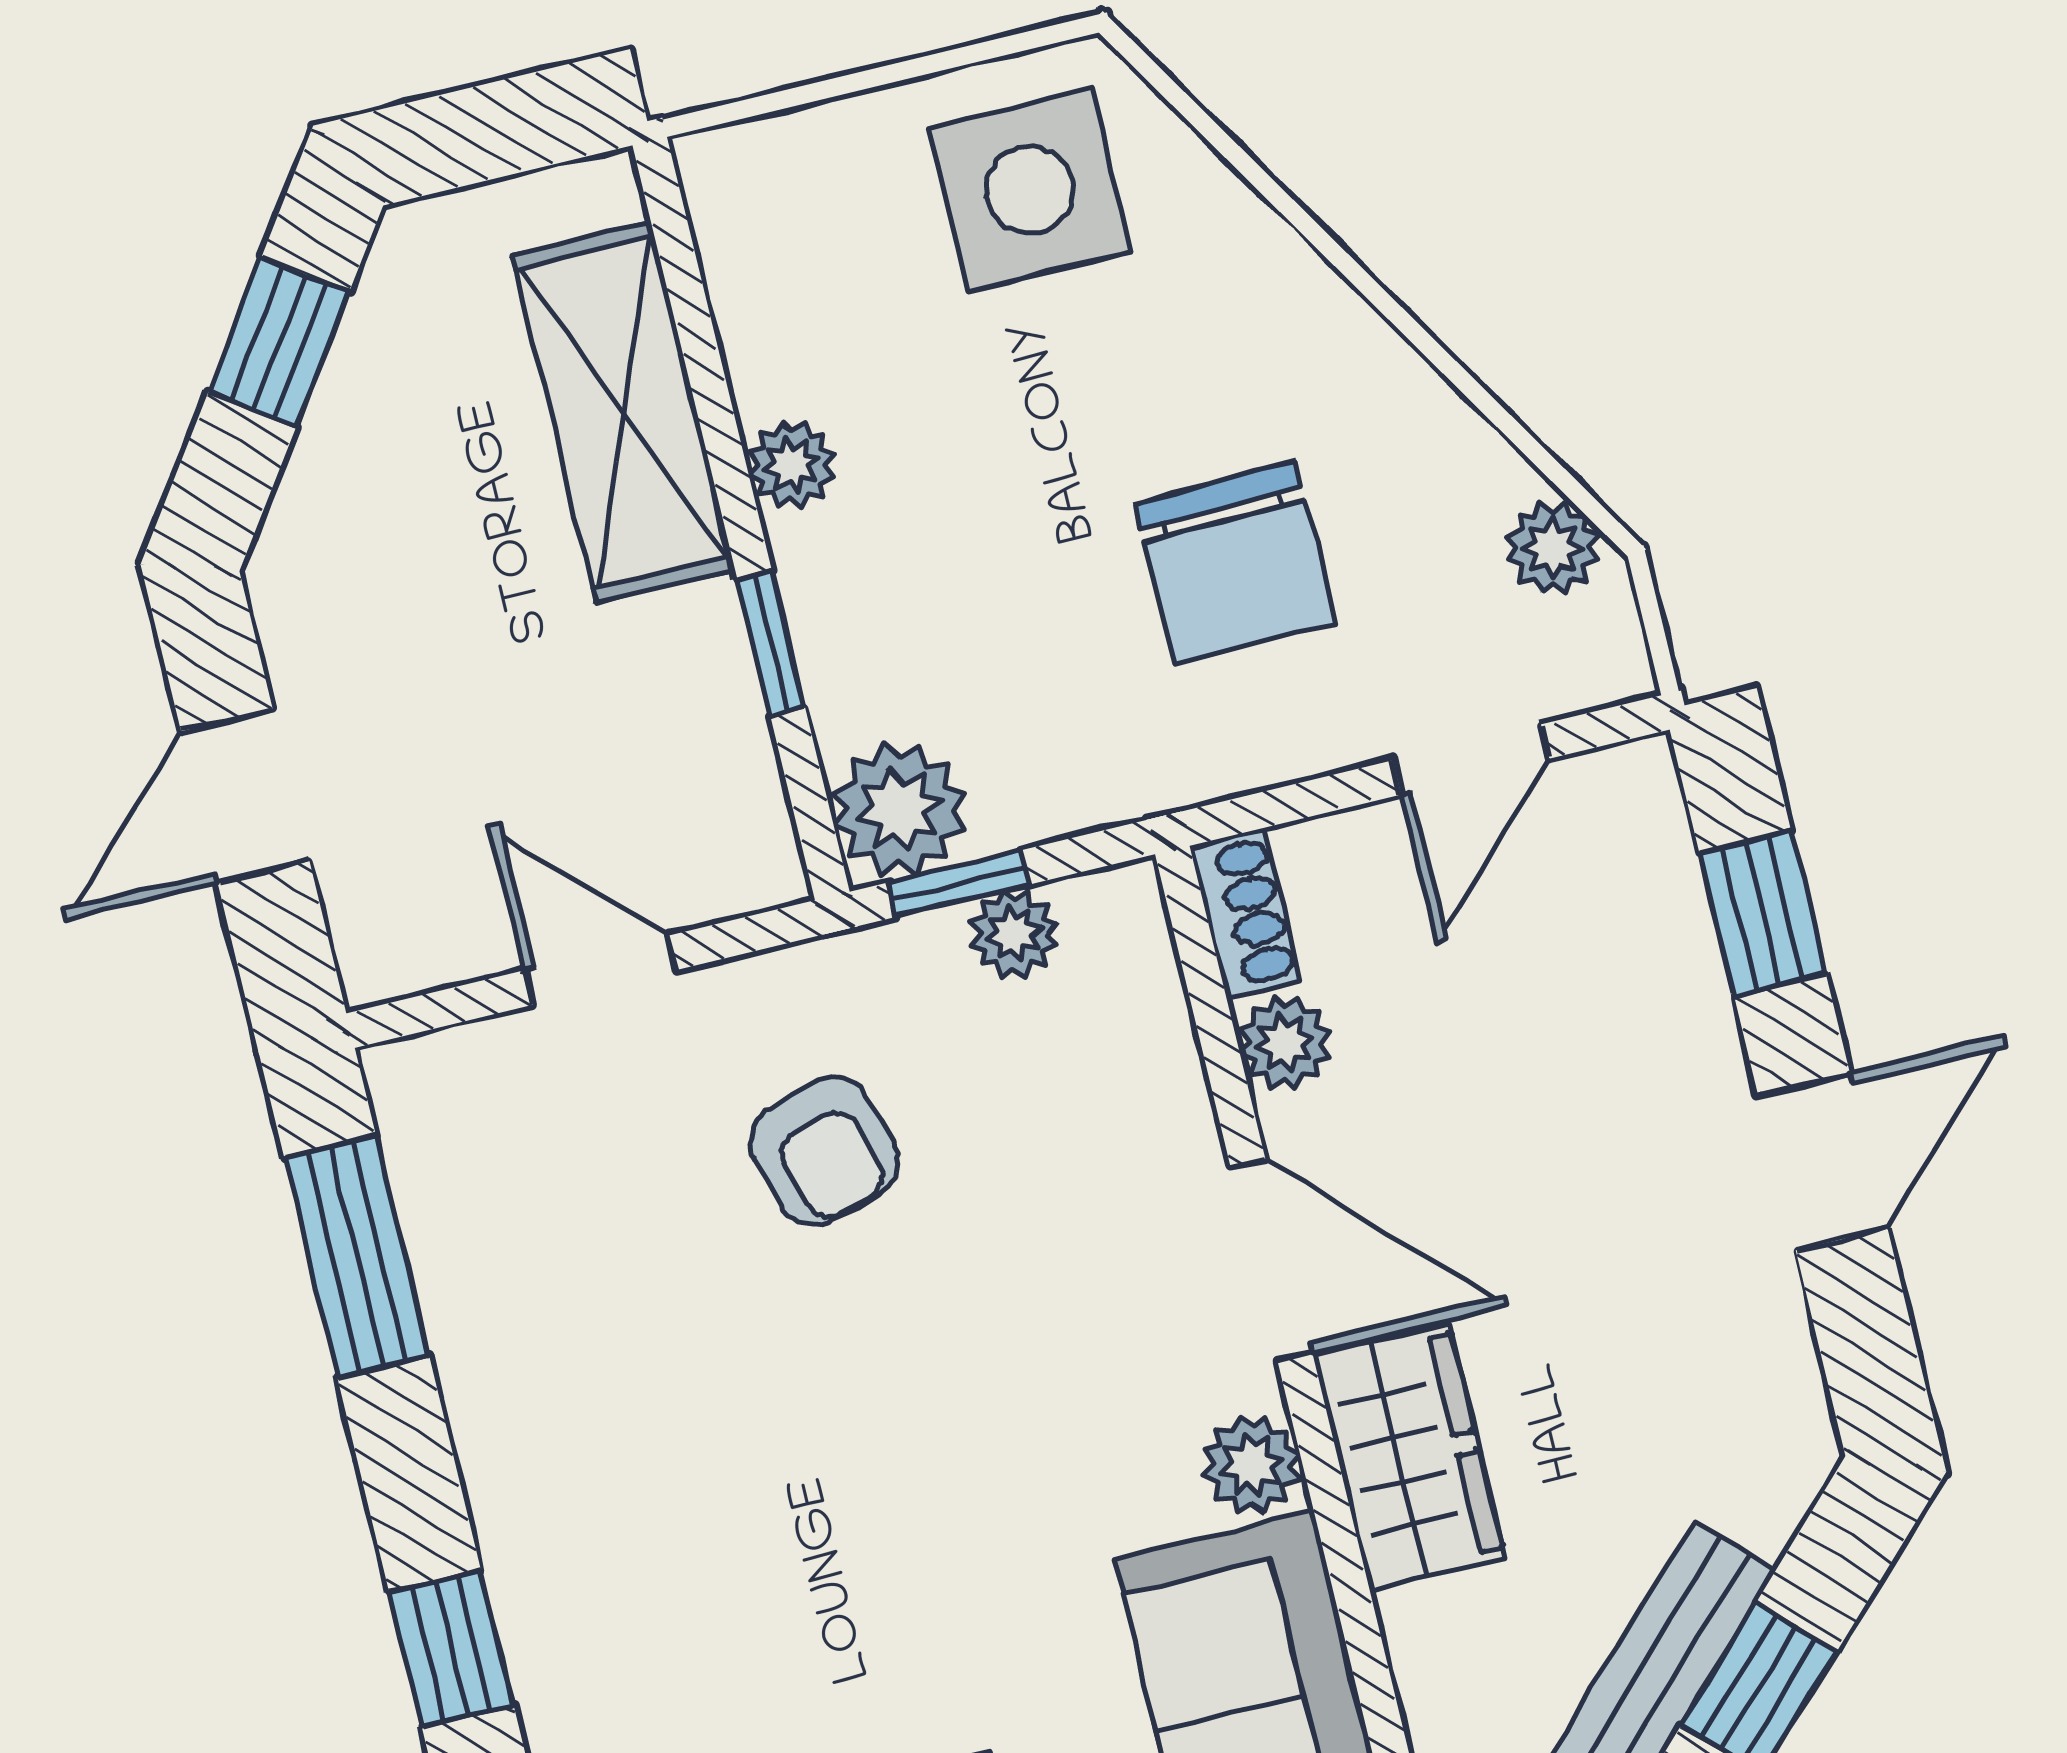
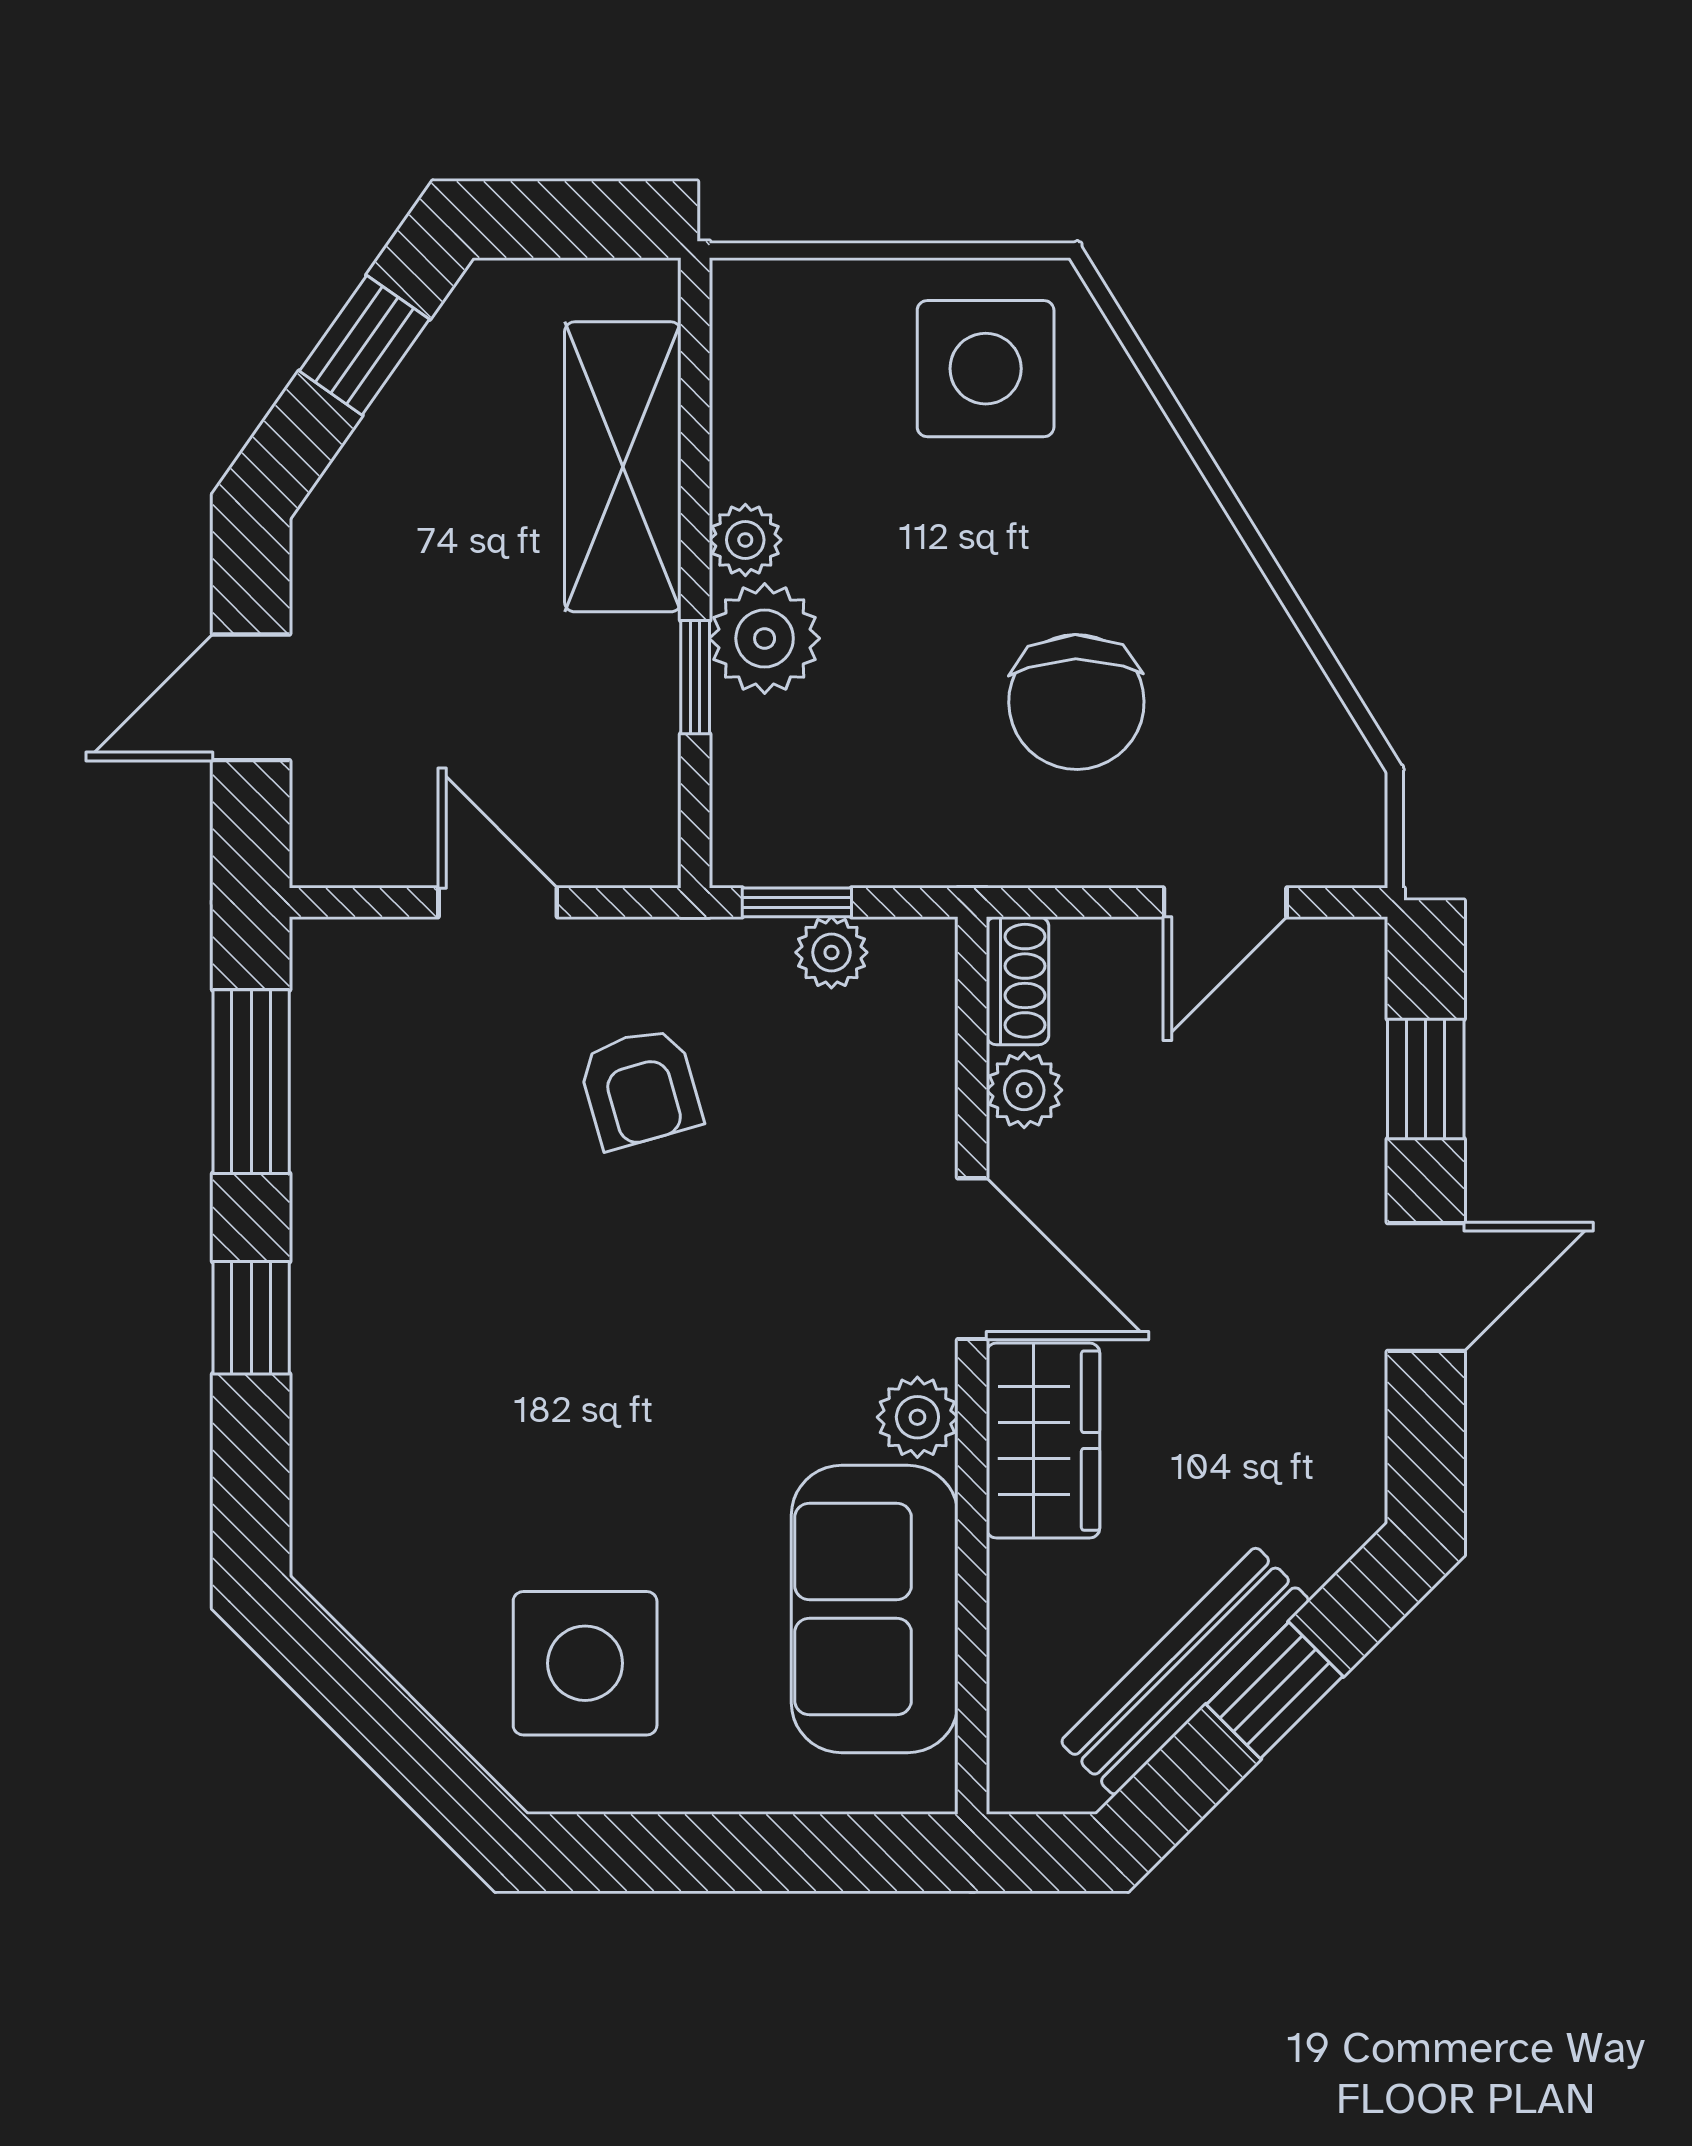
plant: (1553, 548) -> (1330, 751), removed
plant: (899, 810) -> (765, 638), moved
window: (451, 1649) -> (251, 1318), moved

